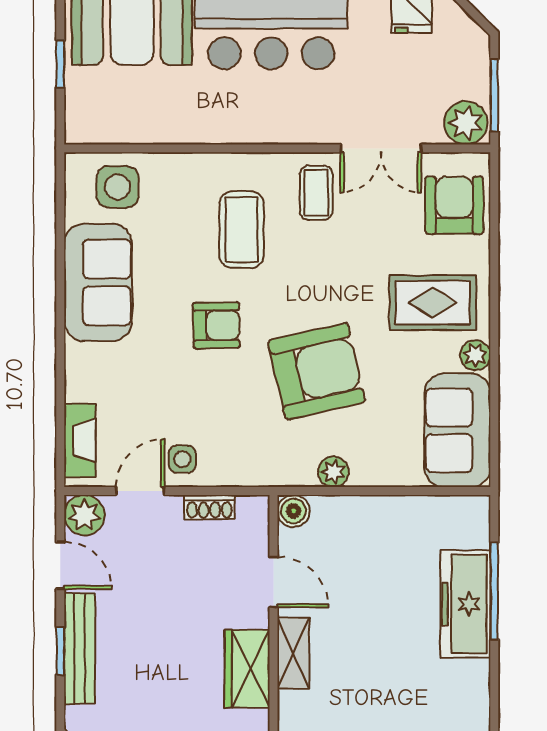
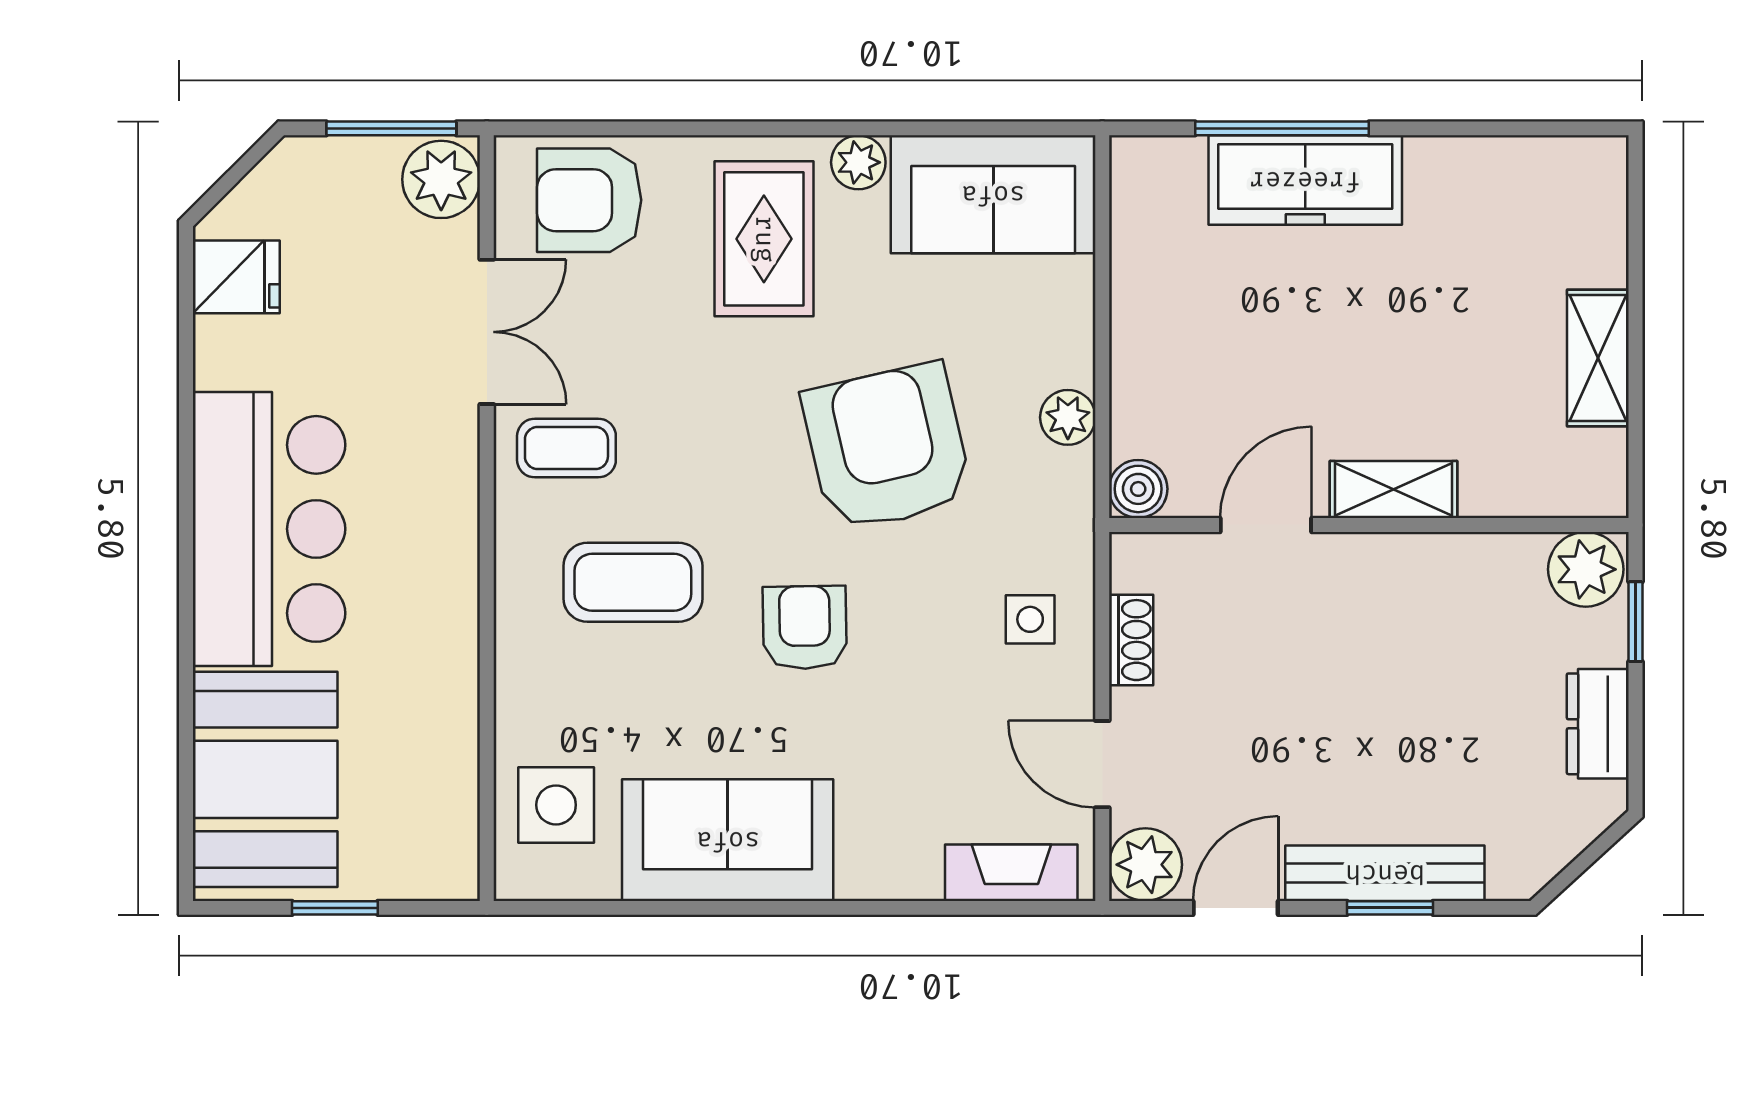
side table: (182, 459) -> (1030, 619), moved
wardrobe: (247, 669) -> (1421, 572), removed

